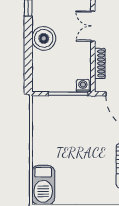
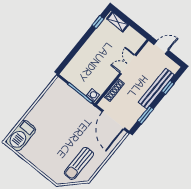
boiler: (44, 38) -> (93, 48), removed

